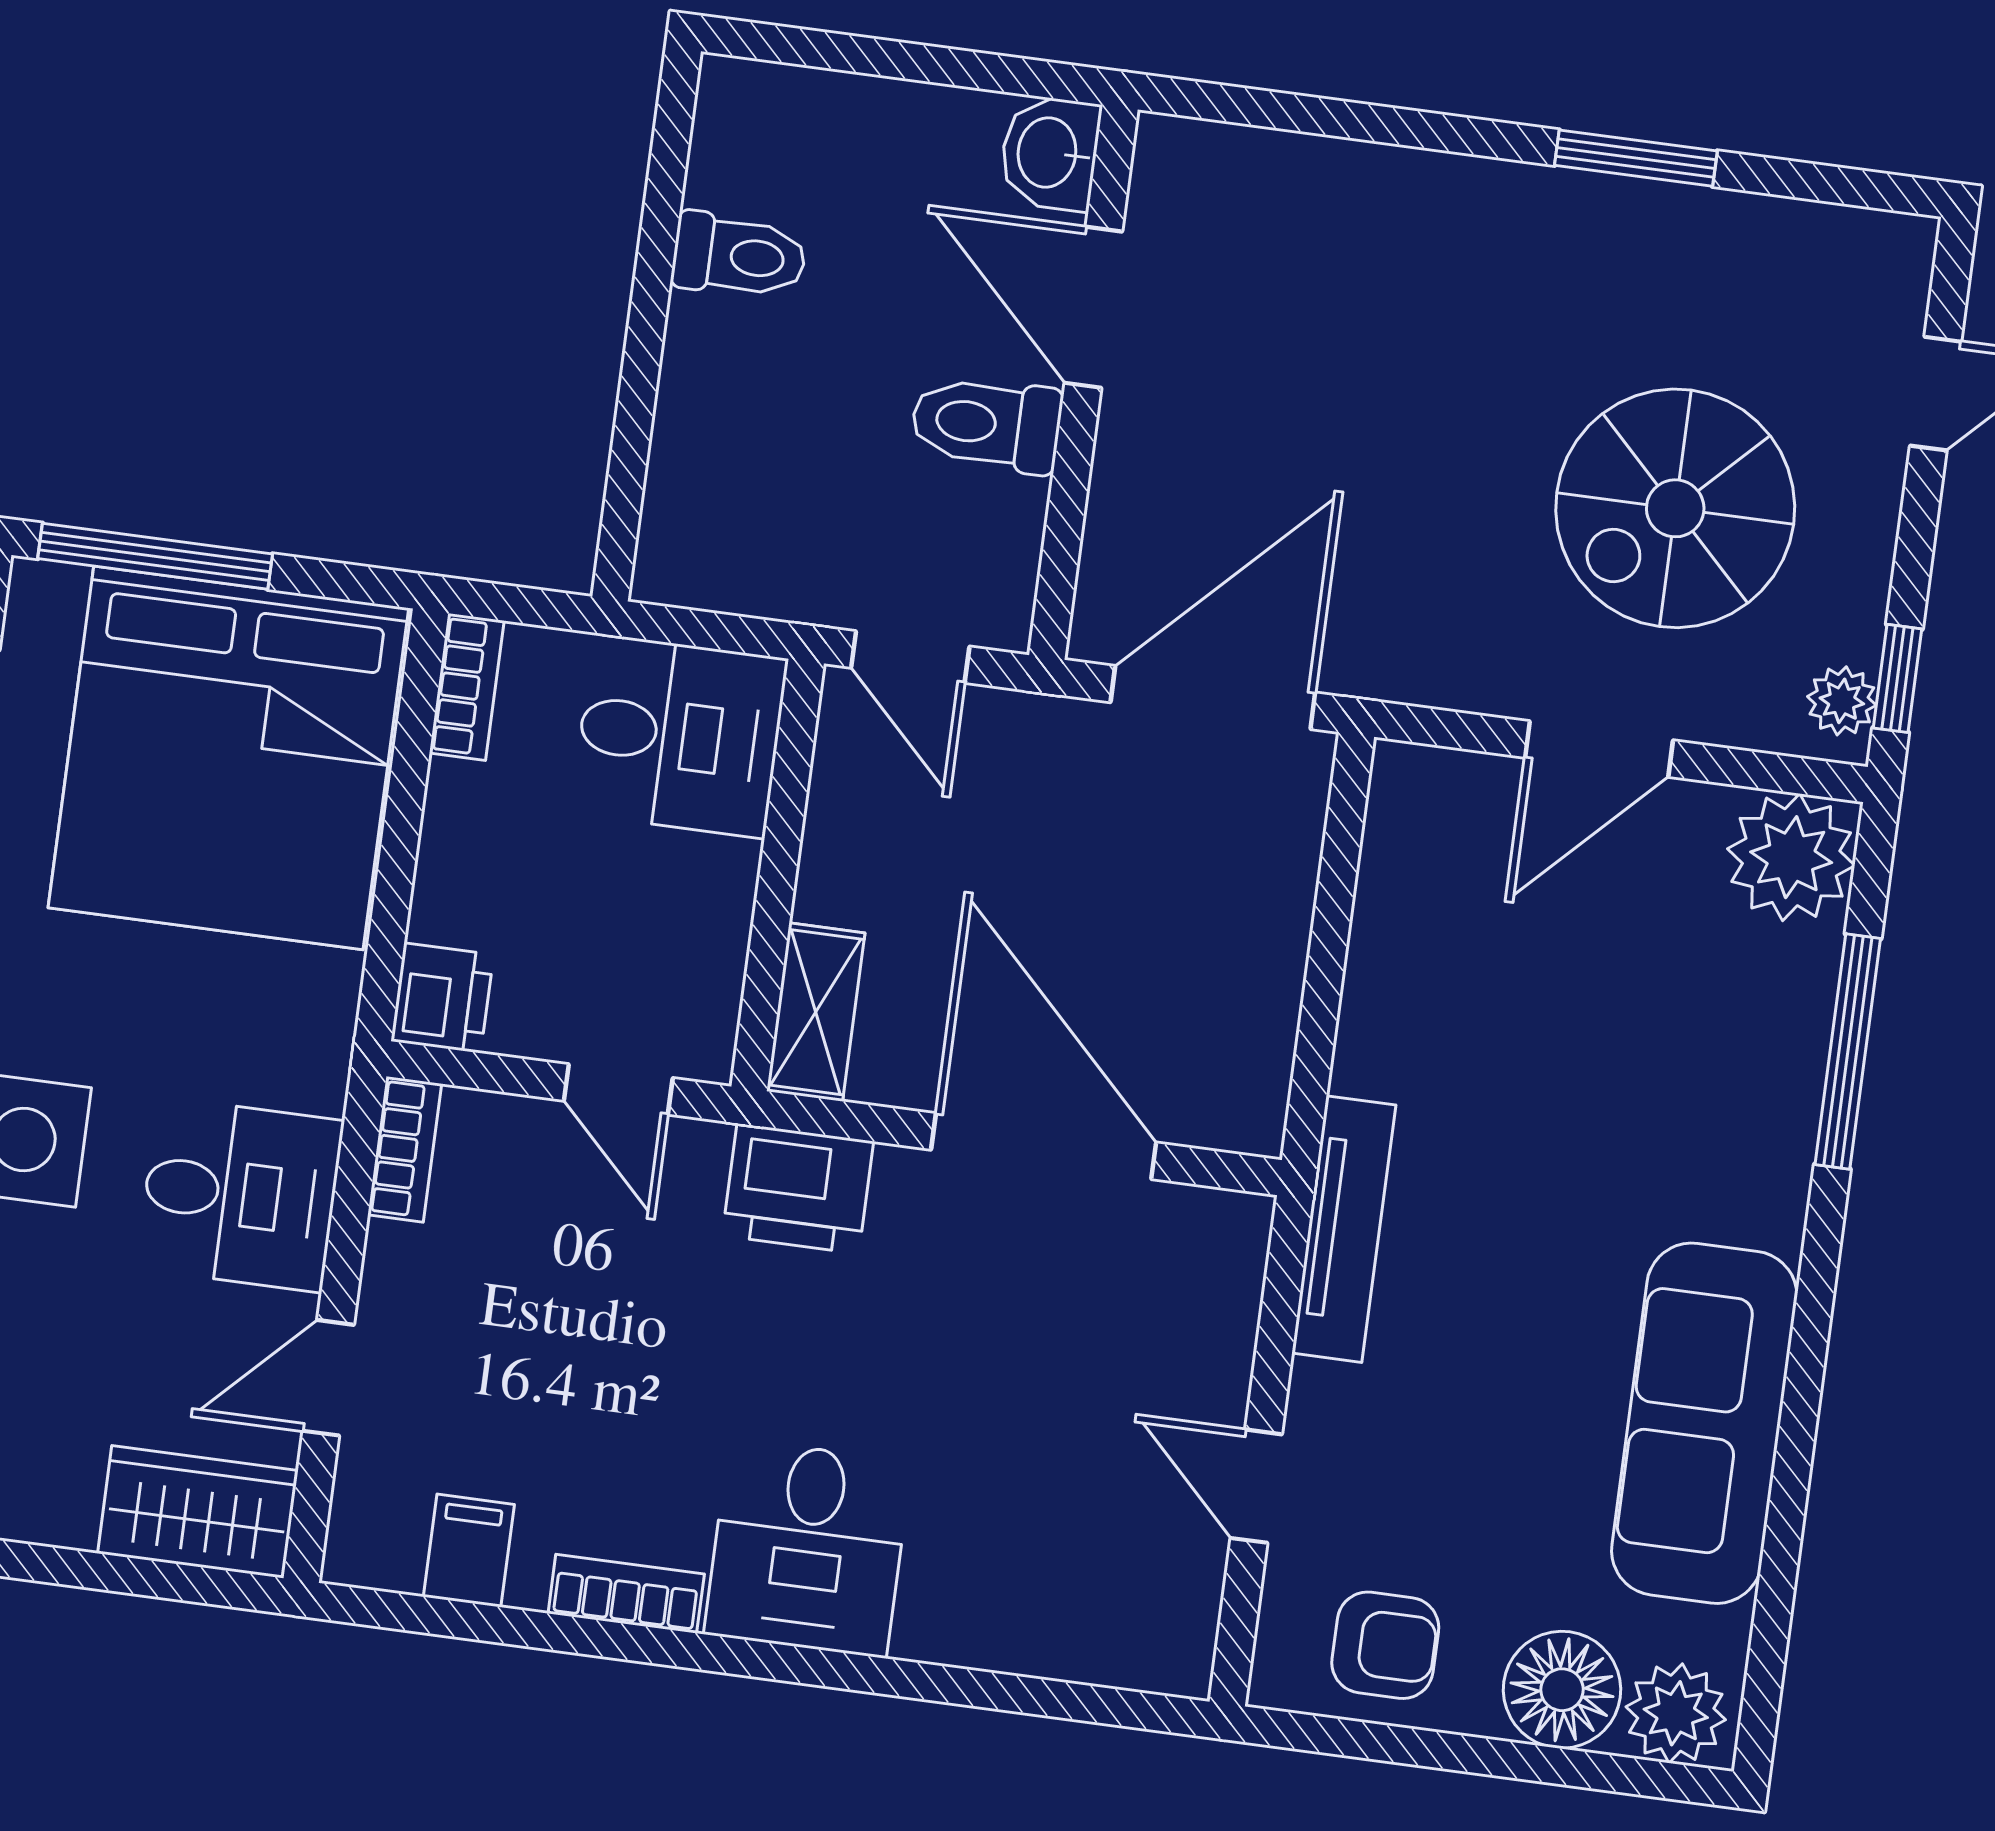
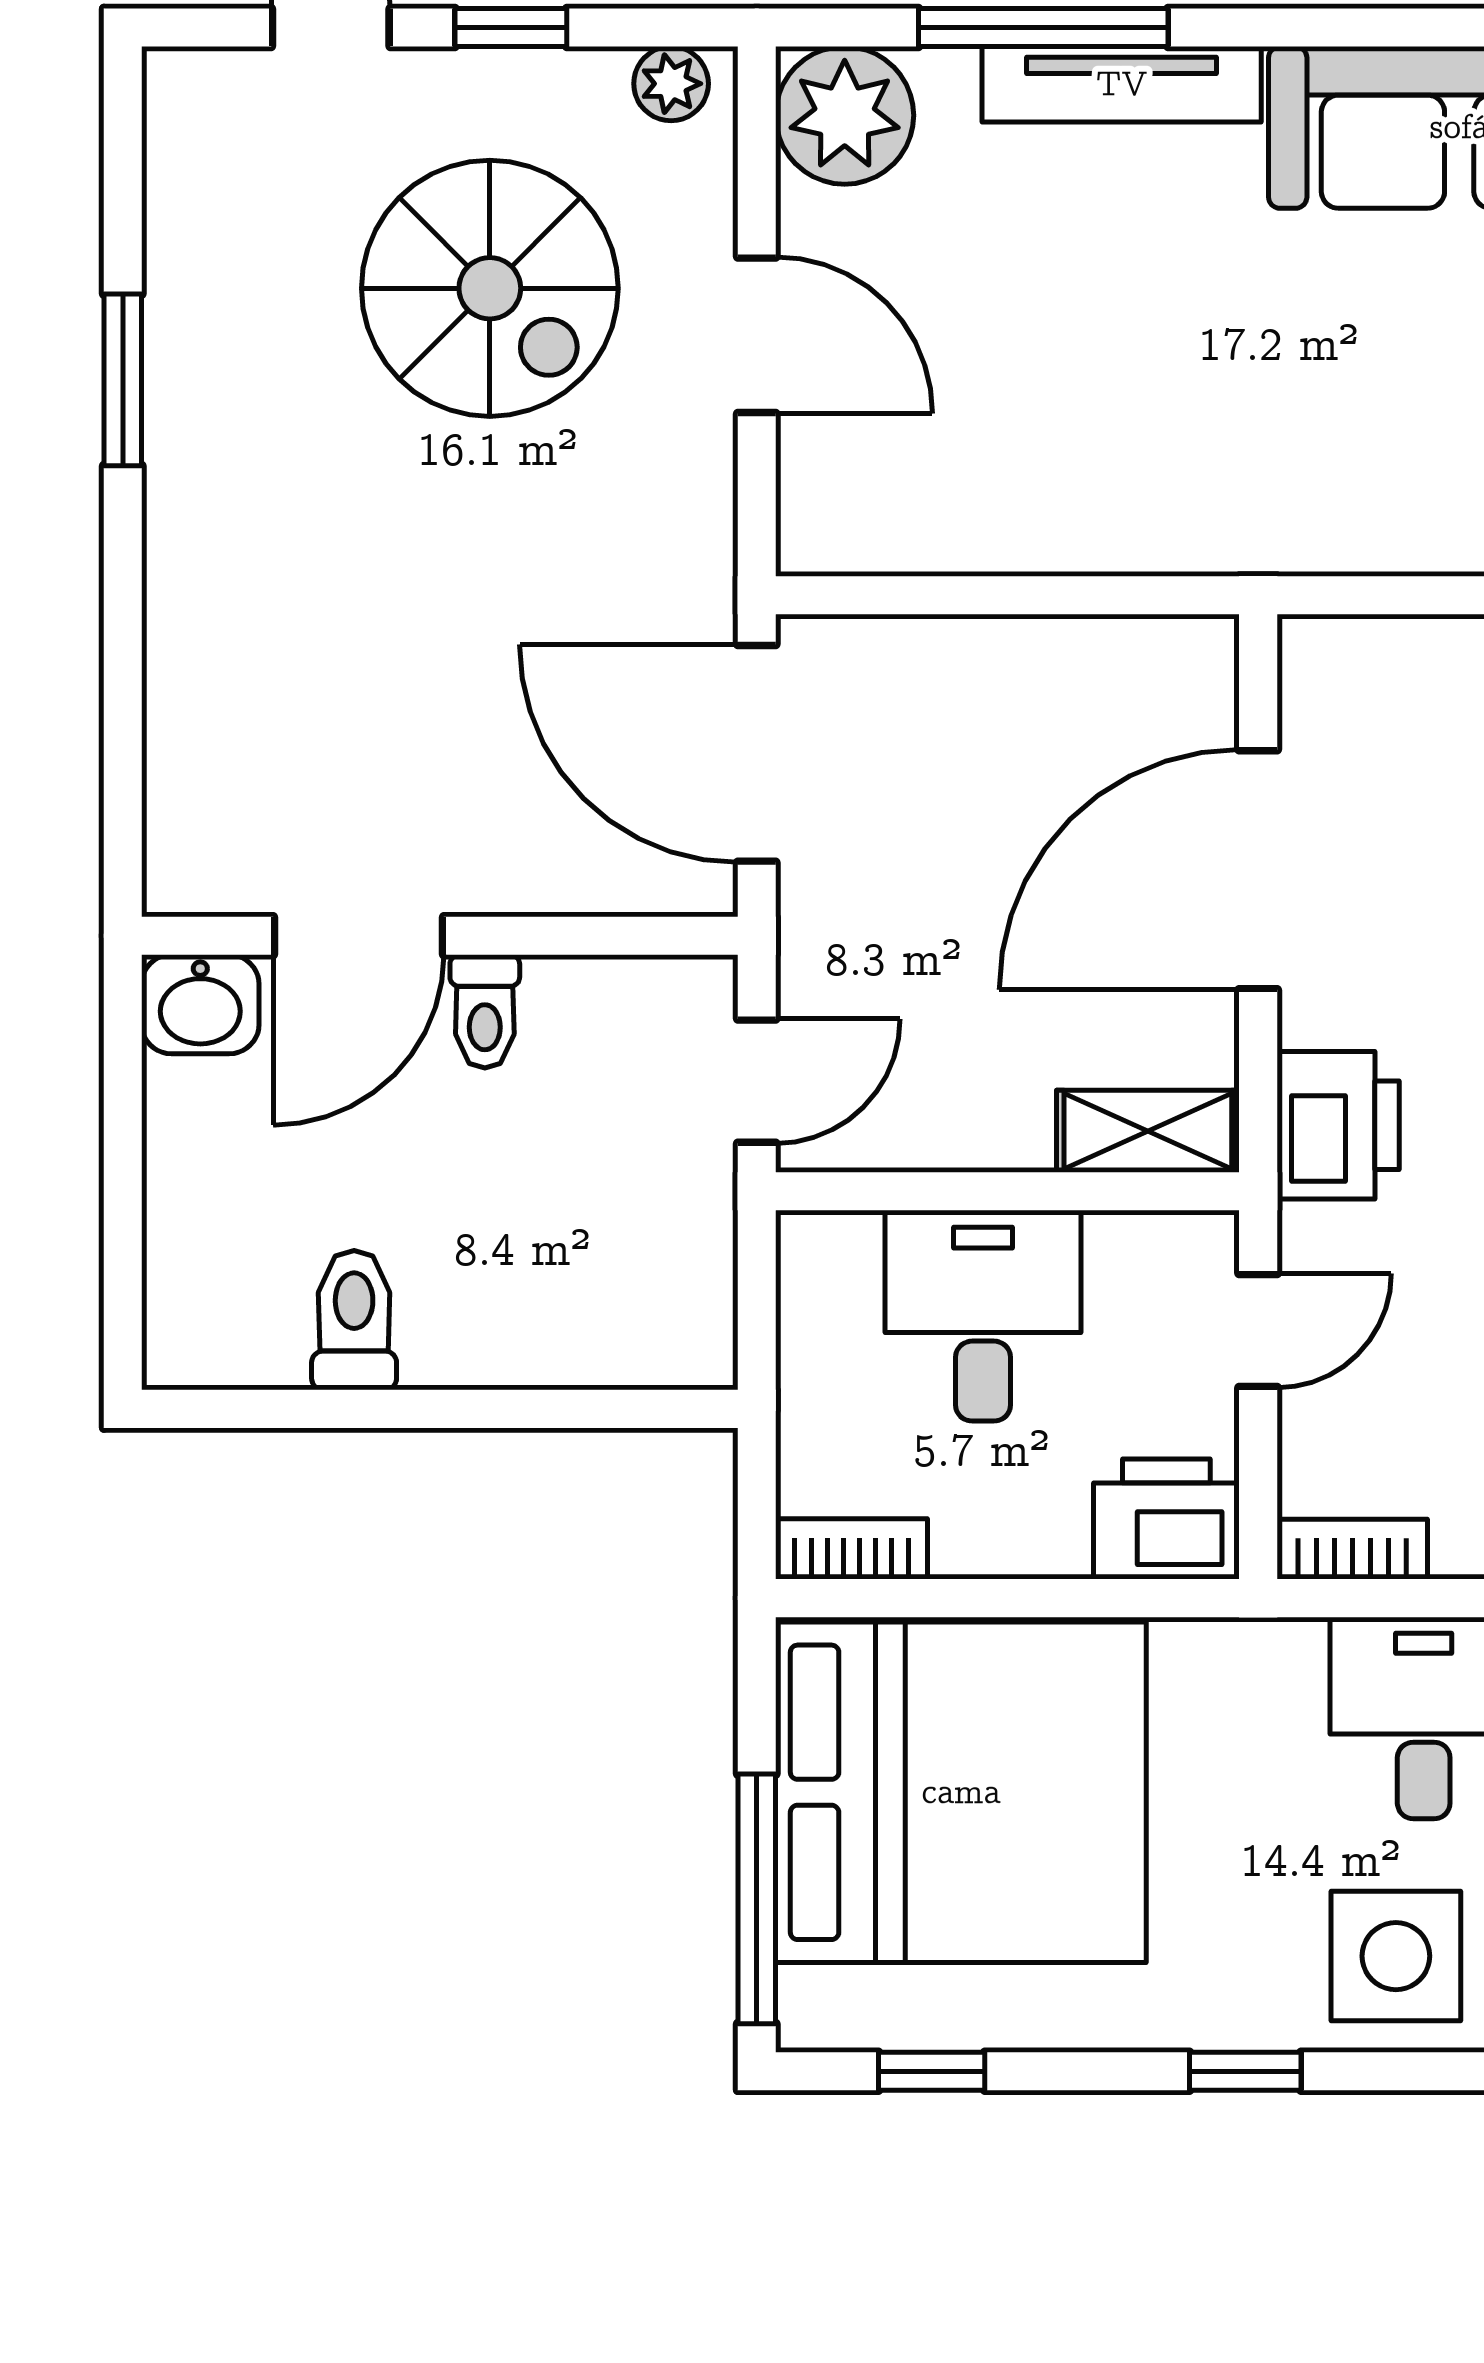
toilet: (986, 424) -> (485, 1011), width x0.73, depth x0.72
window: (1898, 678) -> (511, 28), moved
desk: (679, 736) -> (983, 1316), moved
printer: (442, 998) -> (1166, 1519), width x1.36, depth x1.24
tv unit: (1344, 1229) -> (1122, 84), moved, turned 180

